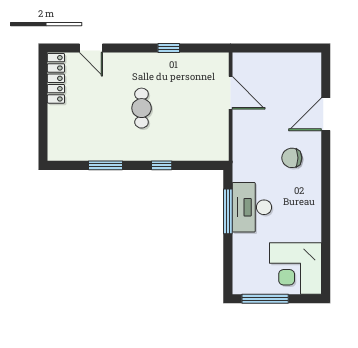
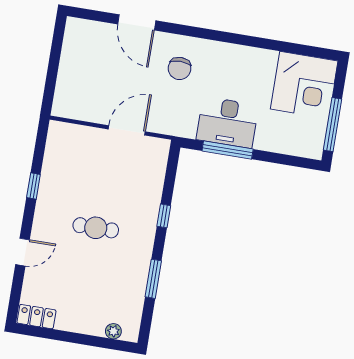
door: (91, 48) -> (23, 252), moved
locker: (56, 78) -> (36, 317), width x0.66
door: (231, 93) -> (127, 130), moved
plant: (54, 138) -> (113, 331), added

